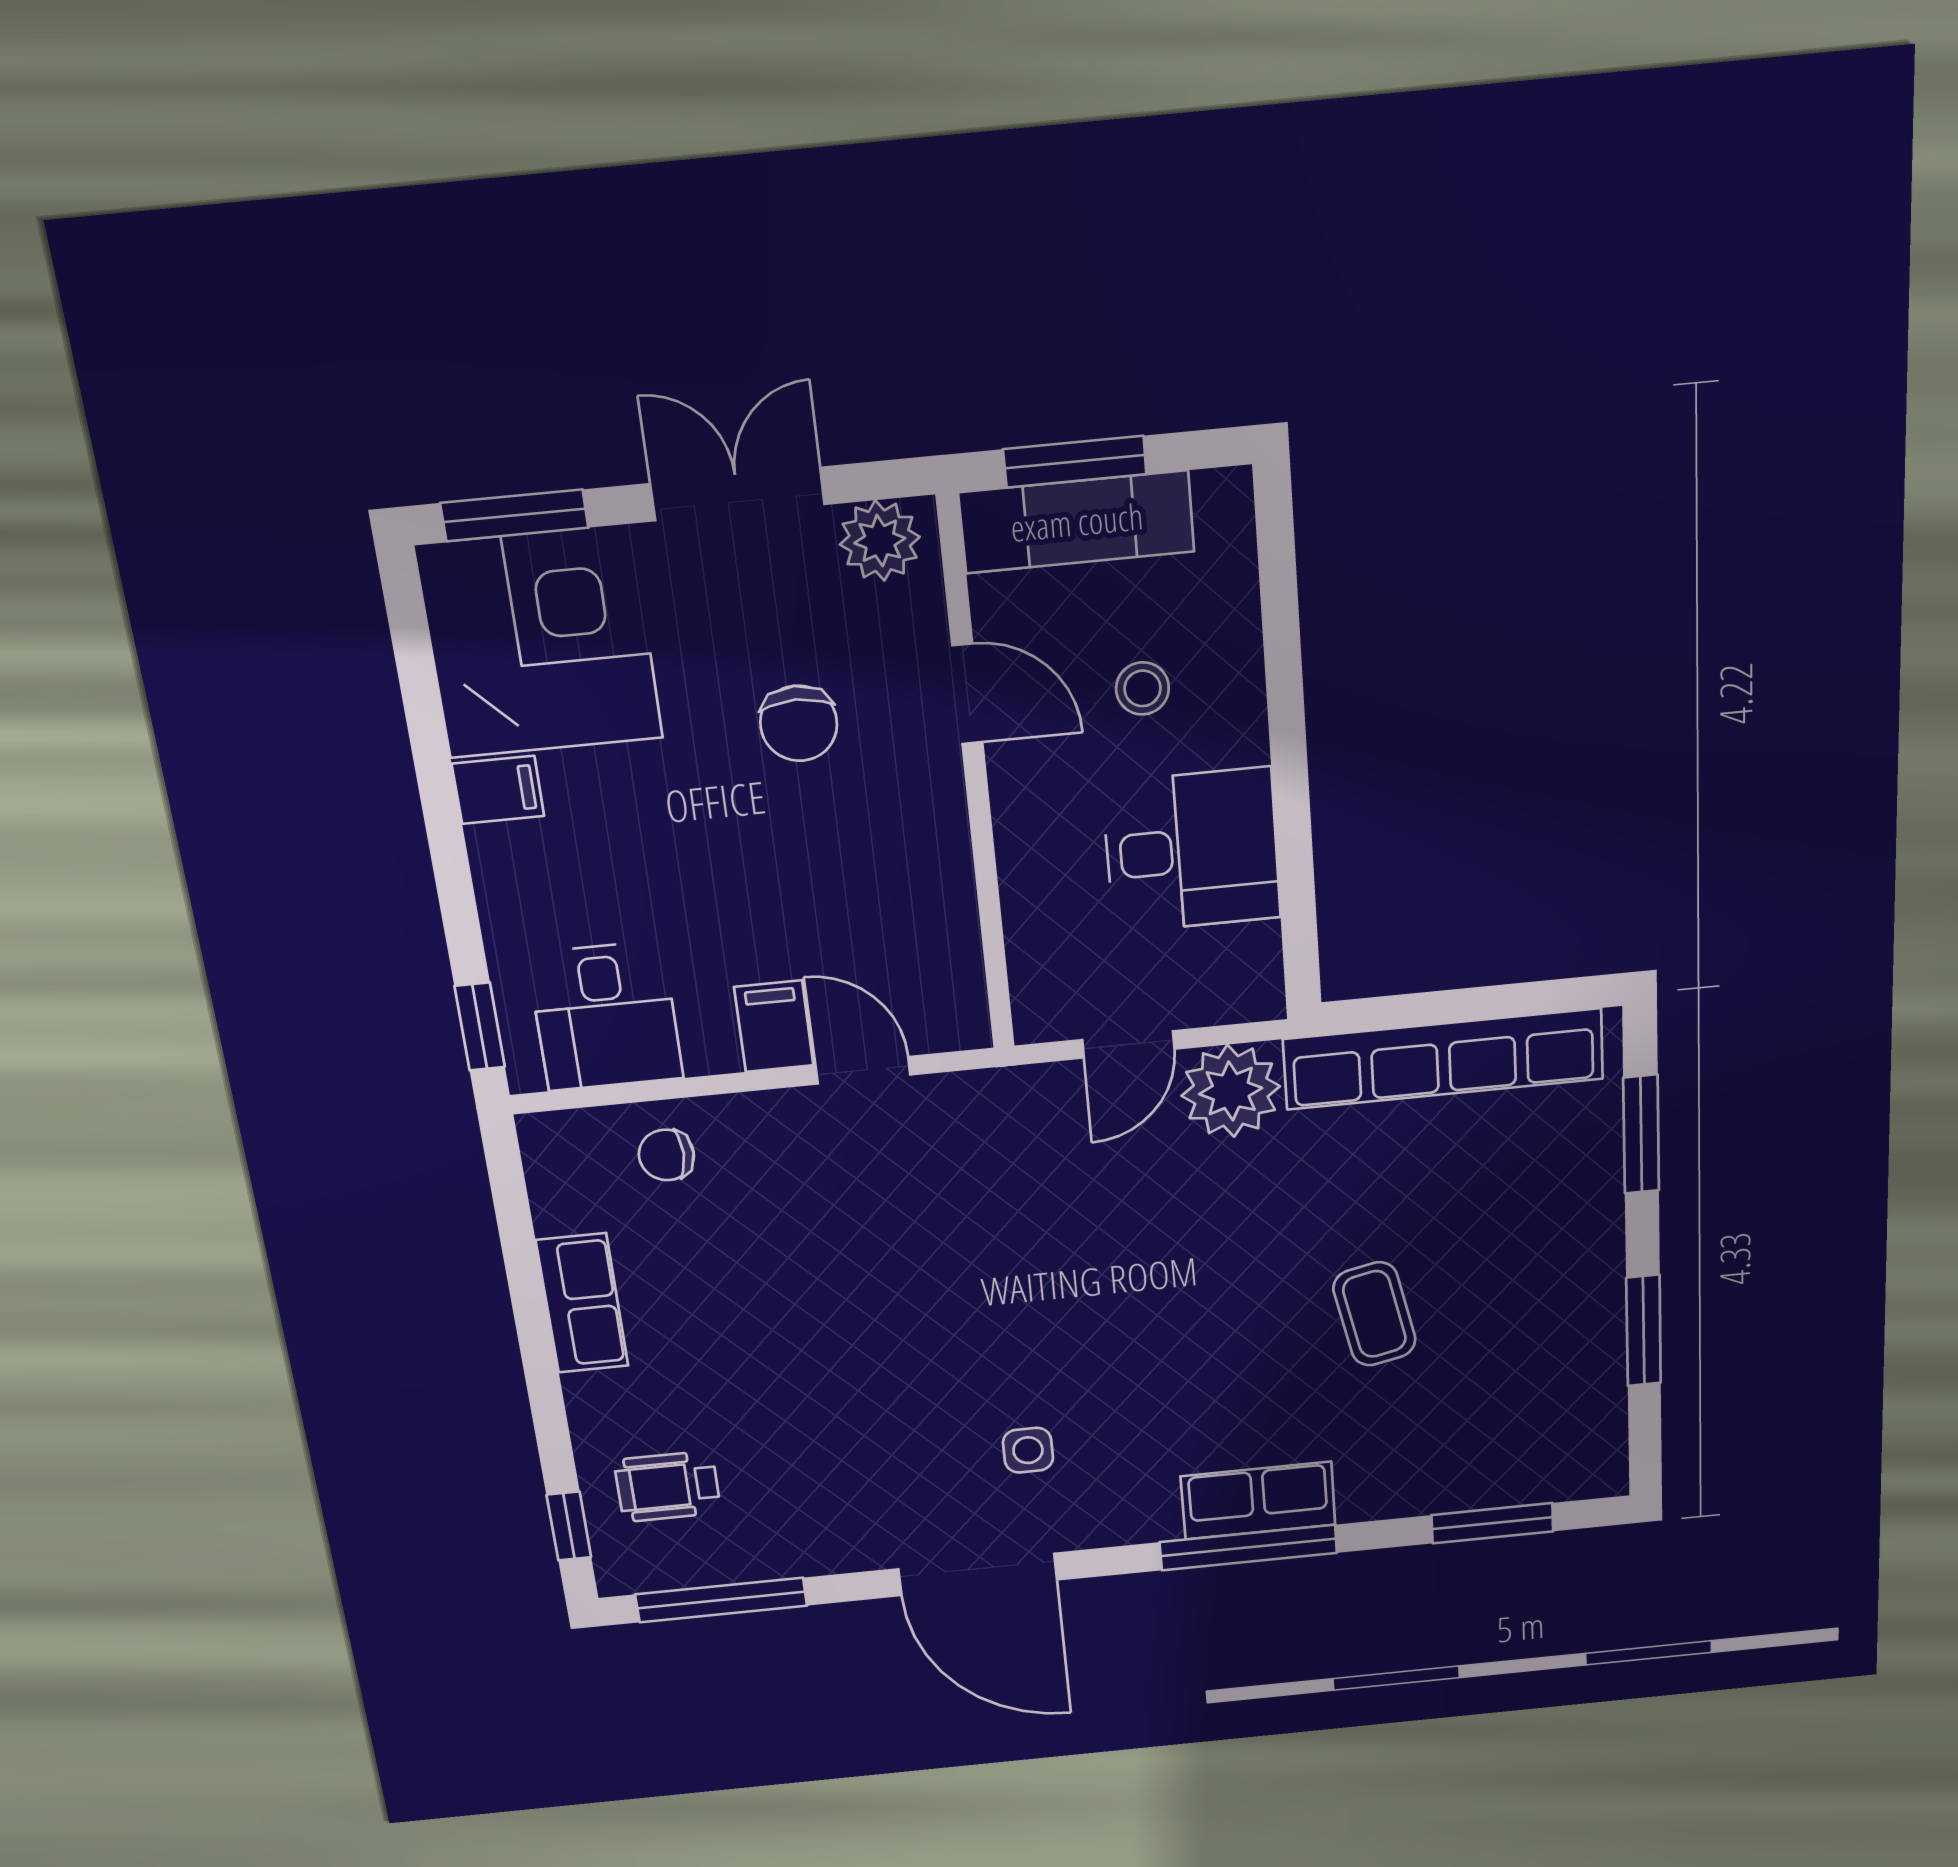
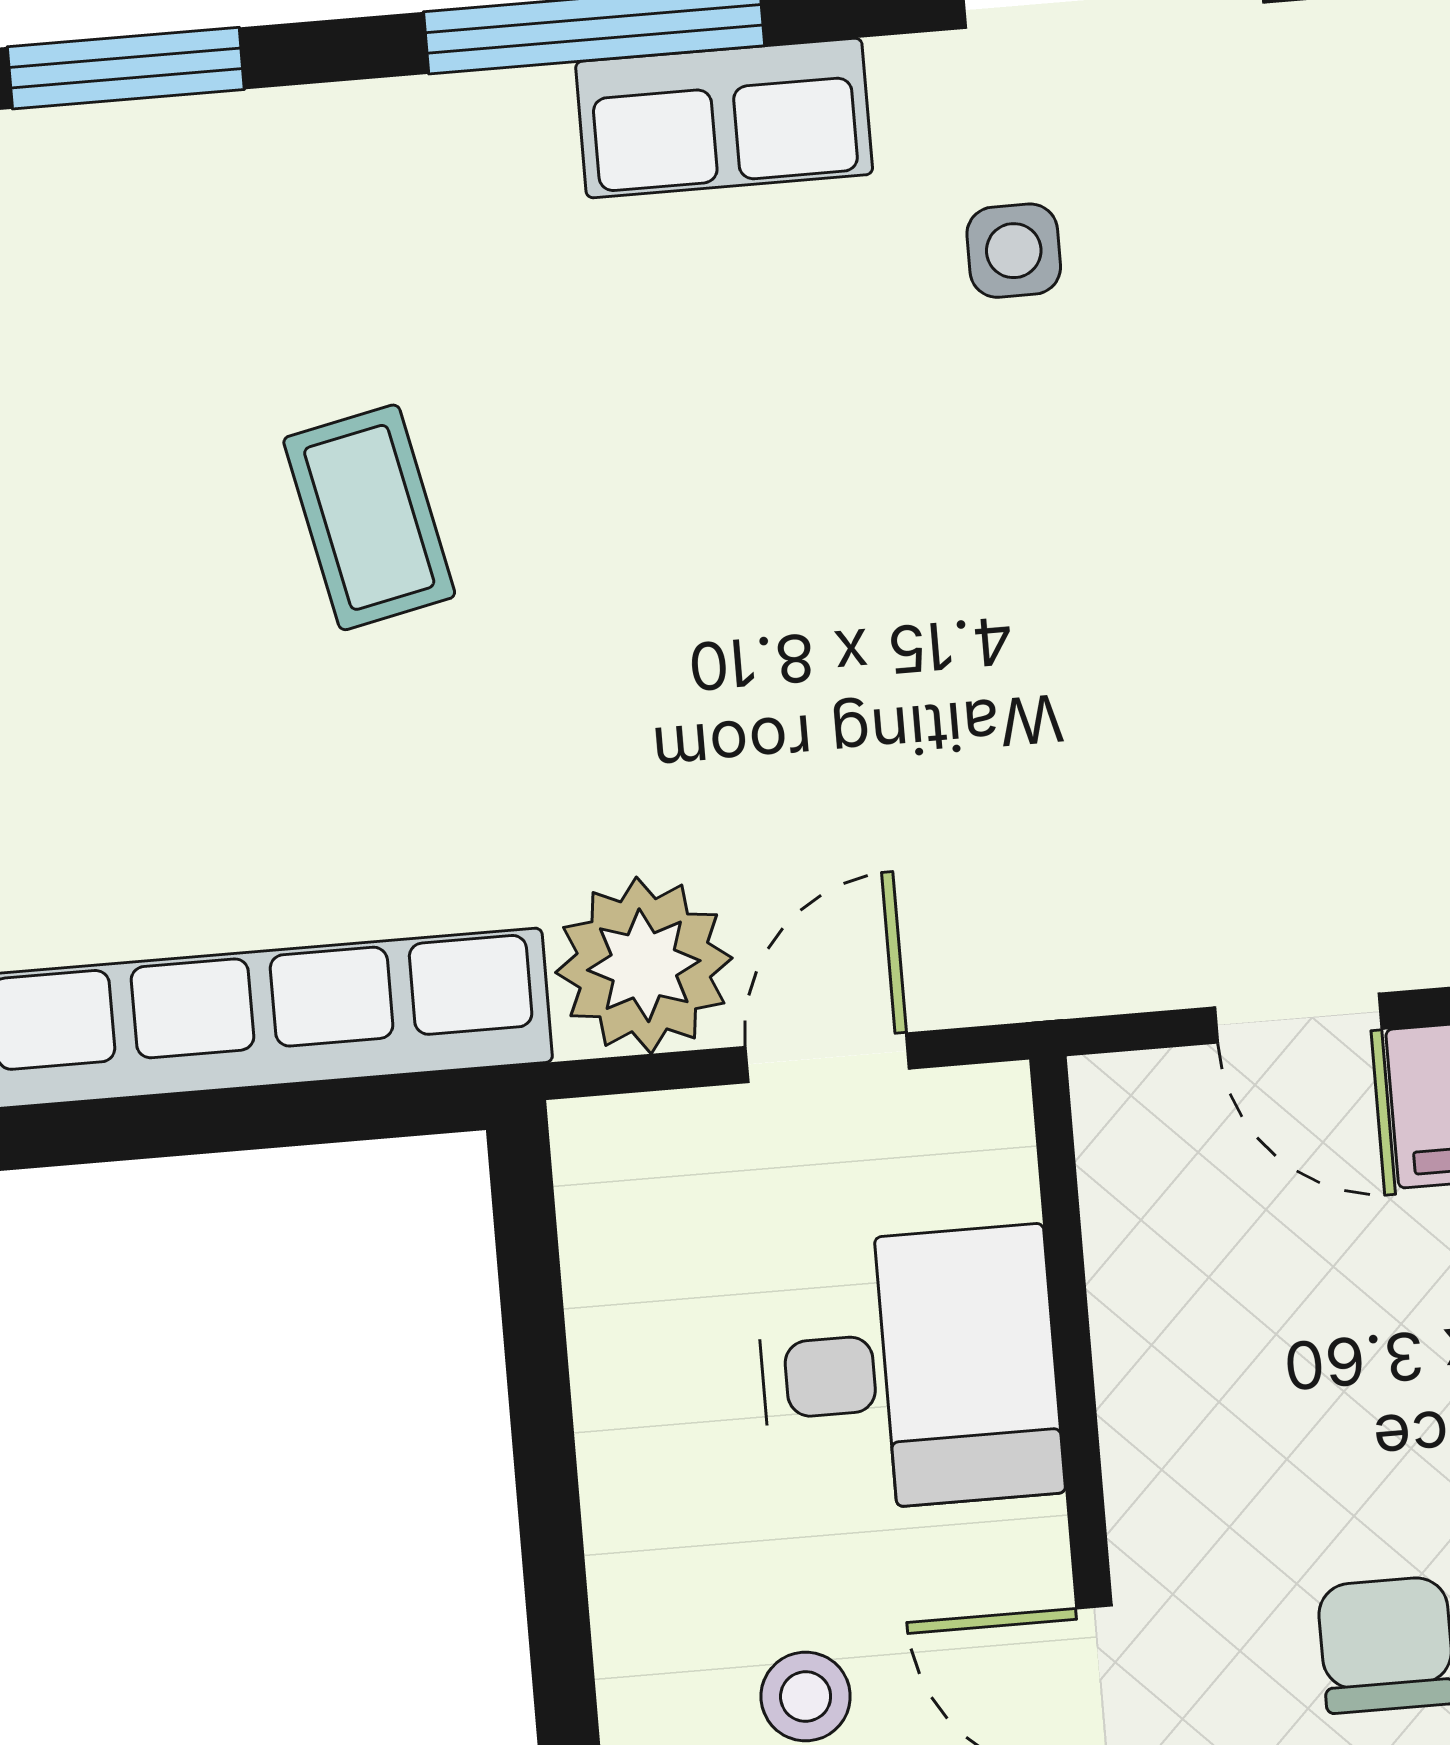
desk: (1192, 850) -> (909, 1370), moved, turned 180
row of seats: (1258, 1501) -> (724, 118), moved

